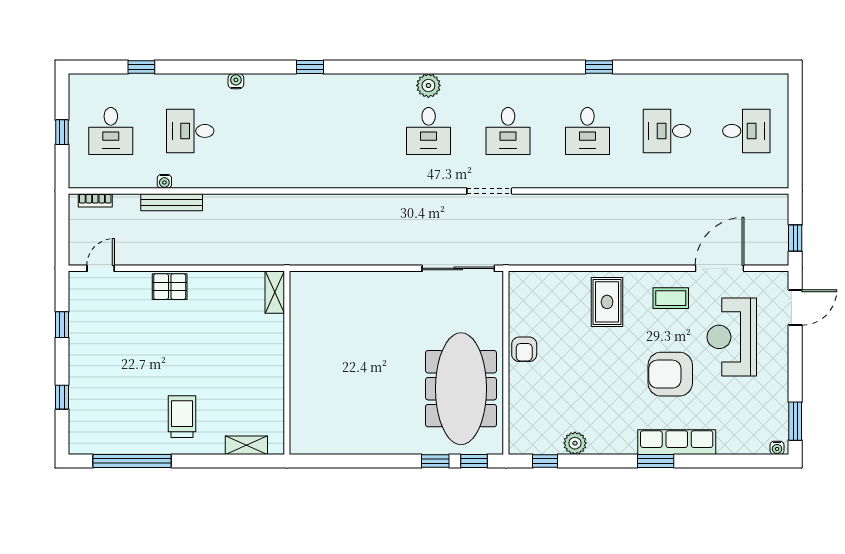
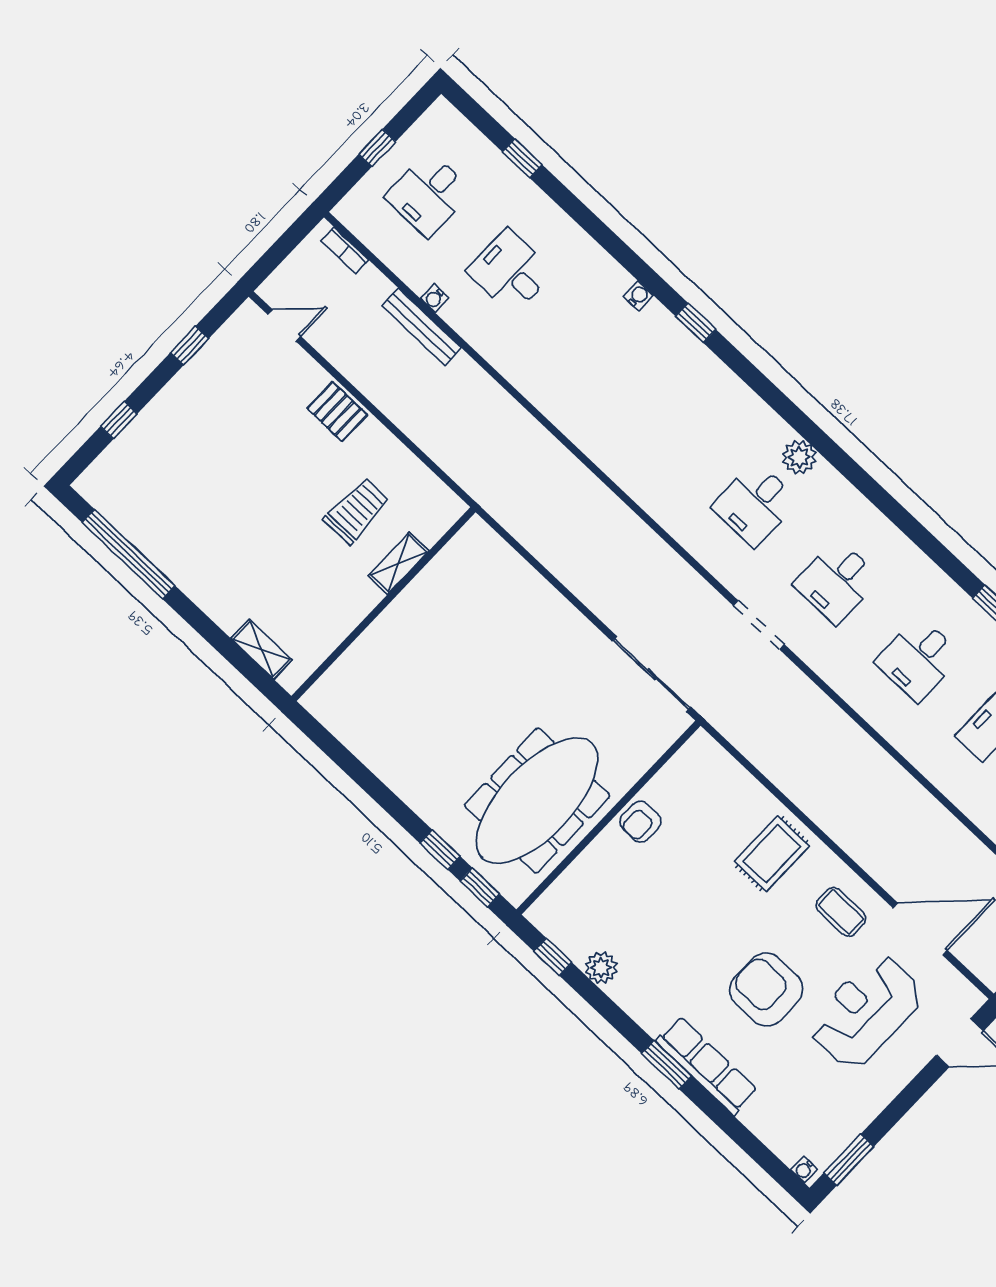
water cooler: (236, 81) -> (638, 296), moved
shelving: (275, 292) -> (399, 563), moved
trolley: (182, 417) -> (357, 511), moved

